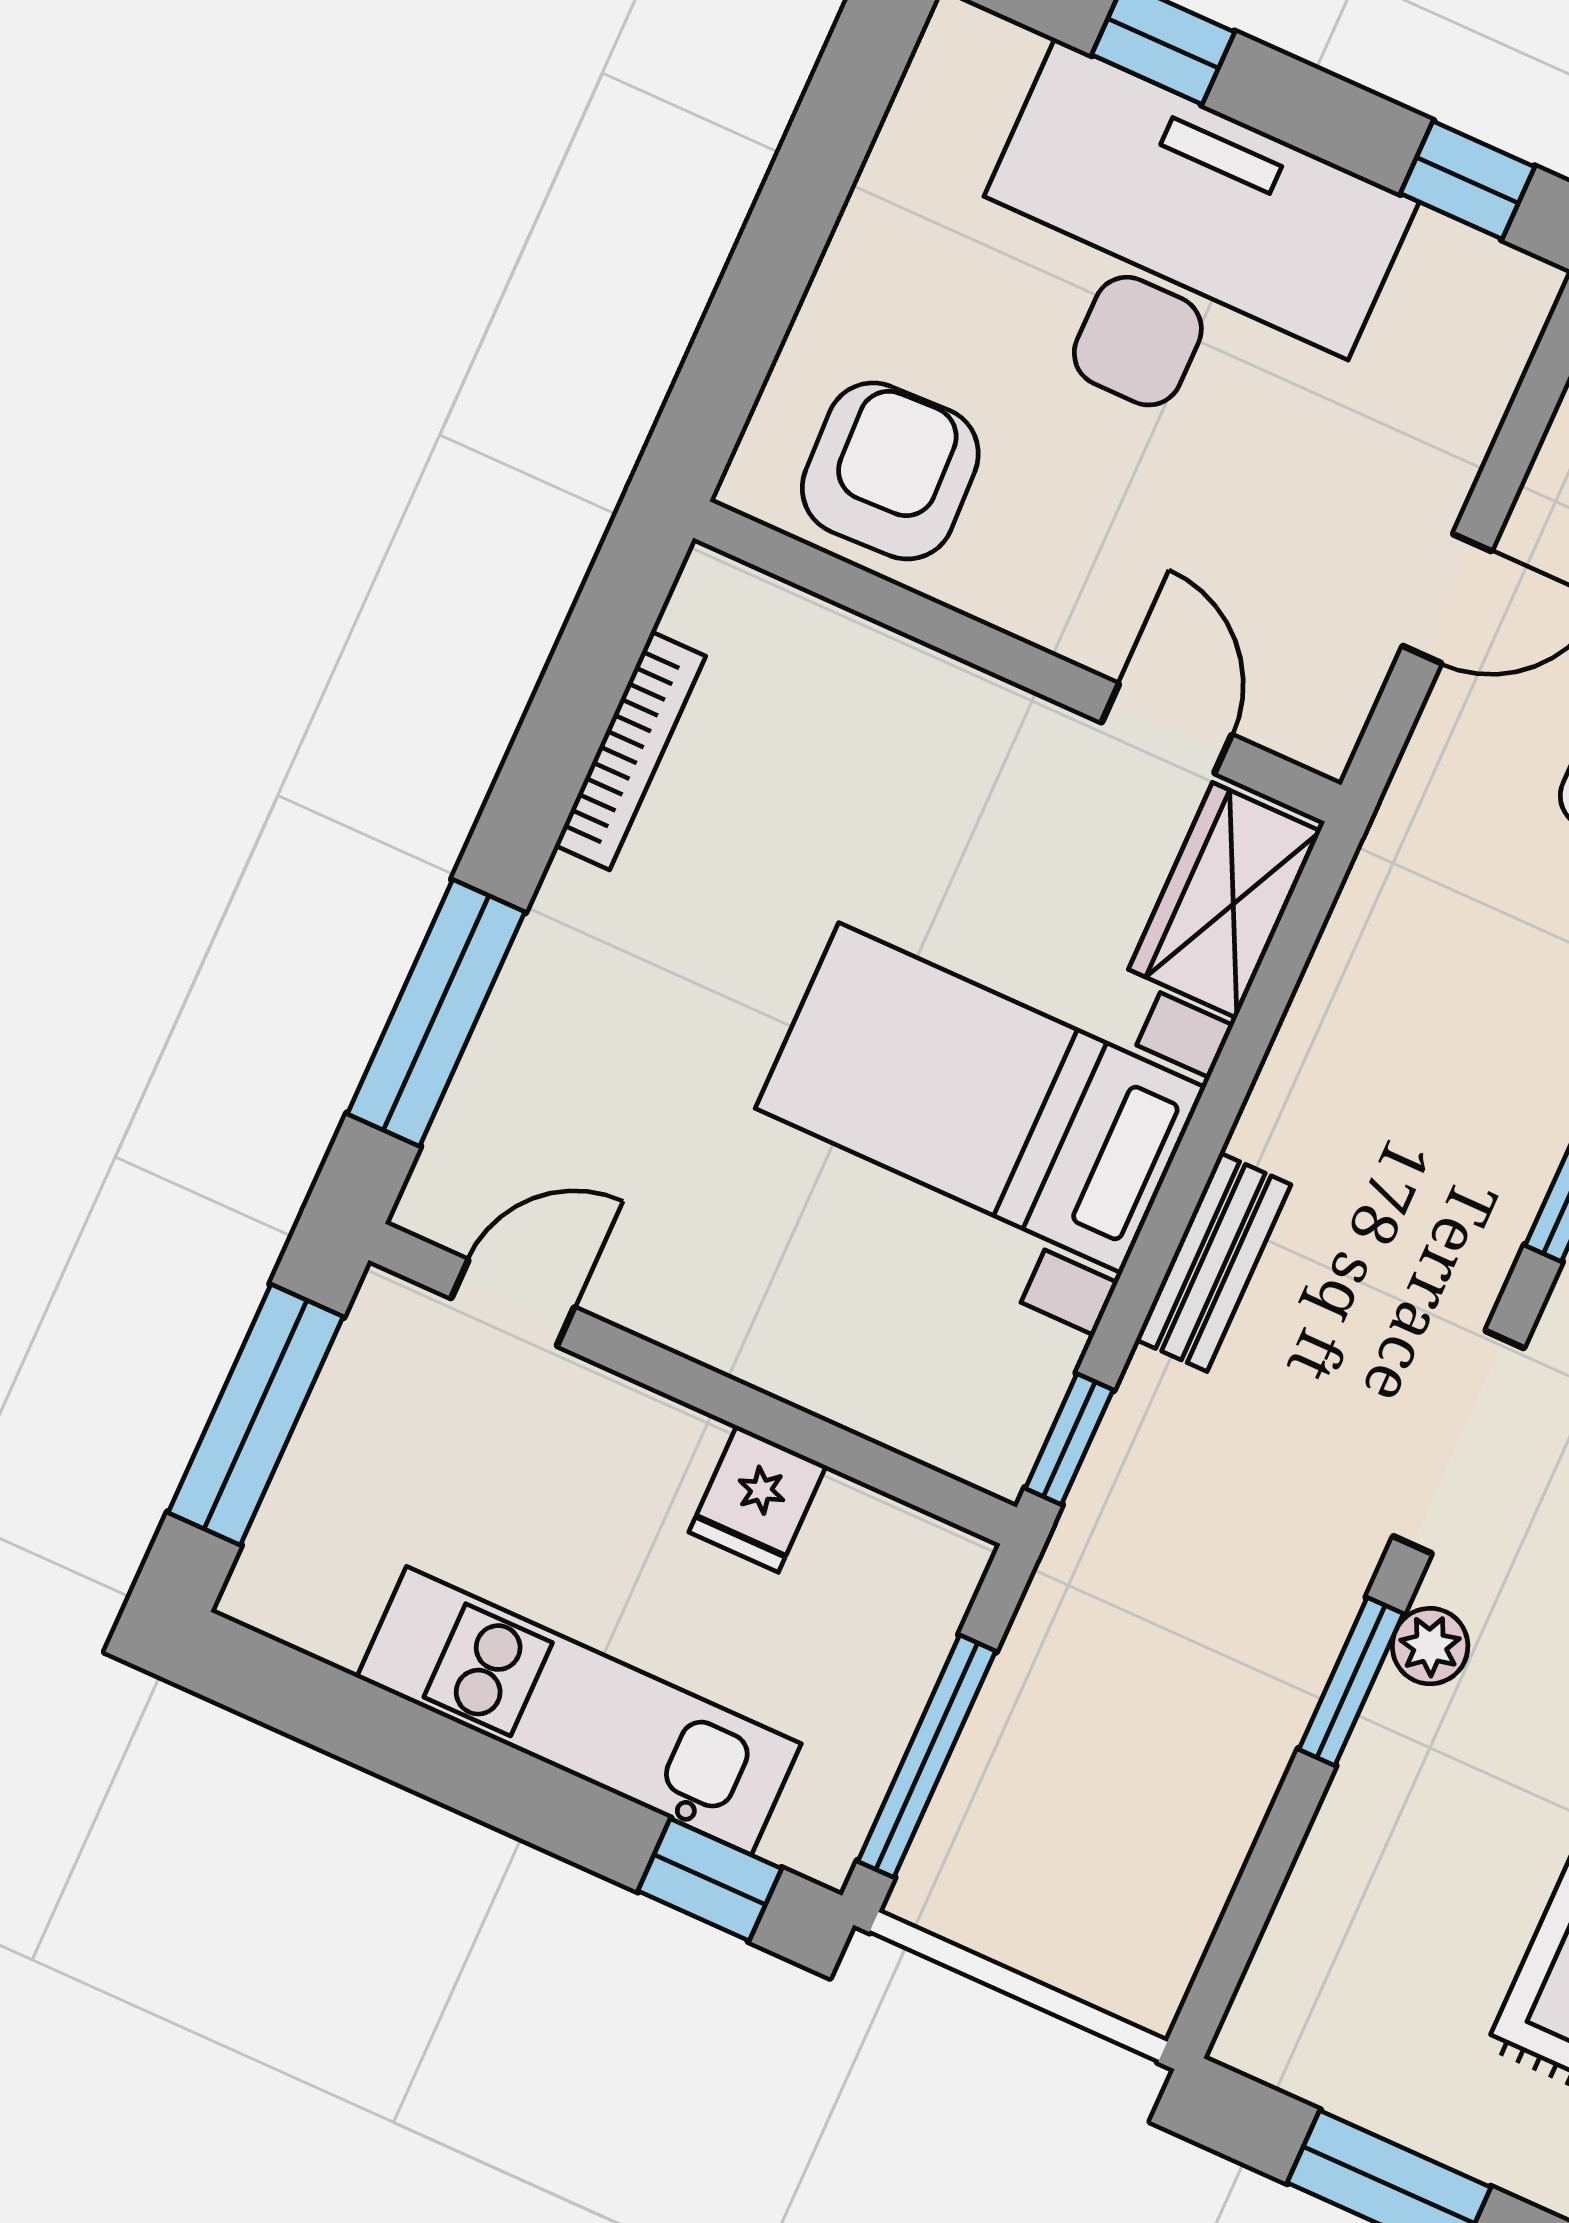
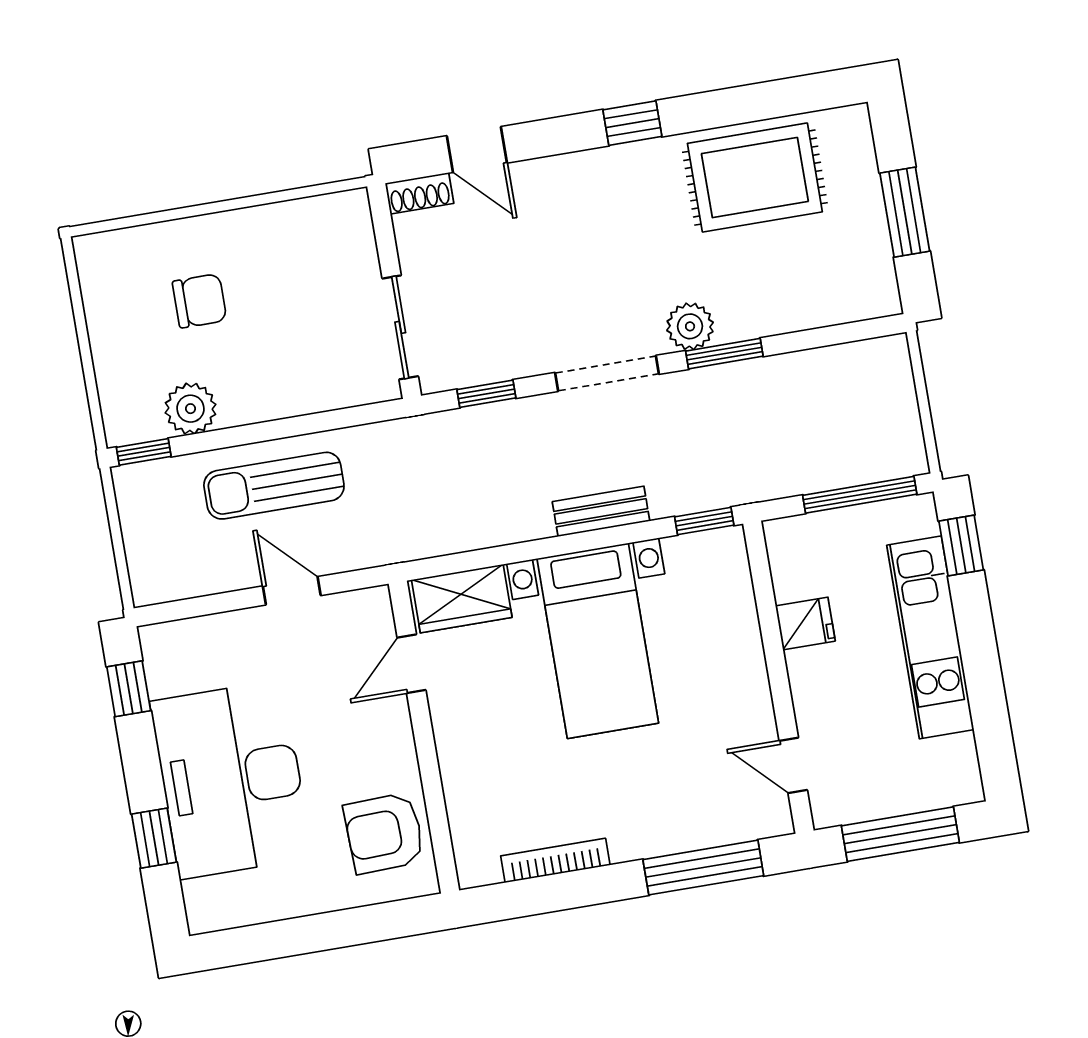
plant: (1430, 1646) -> (690, 326), width x1.38, depth x1.38

